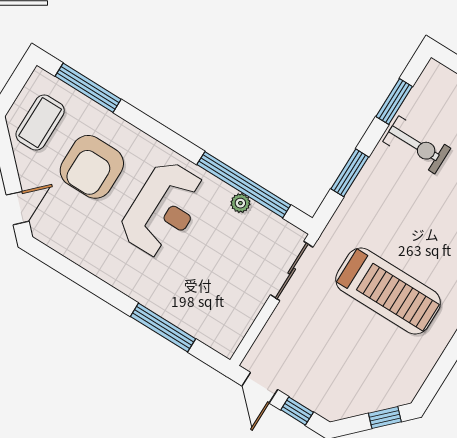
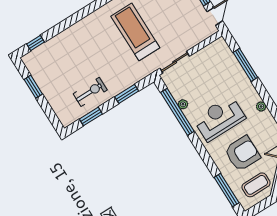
exercise bike: (417, 145) -> (90, 92), turned 90
plant: (99, 267) -> (261, 106), added

